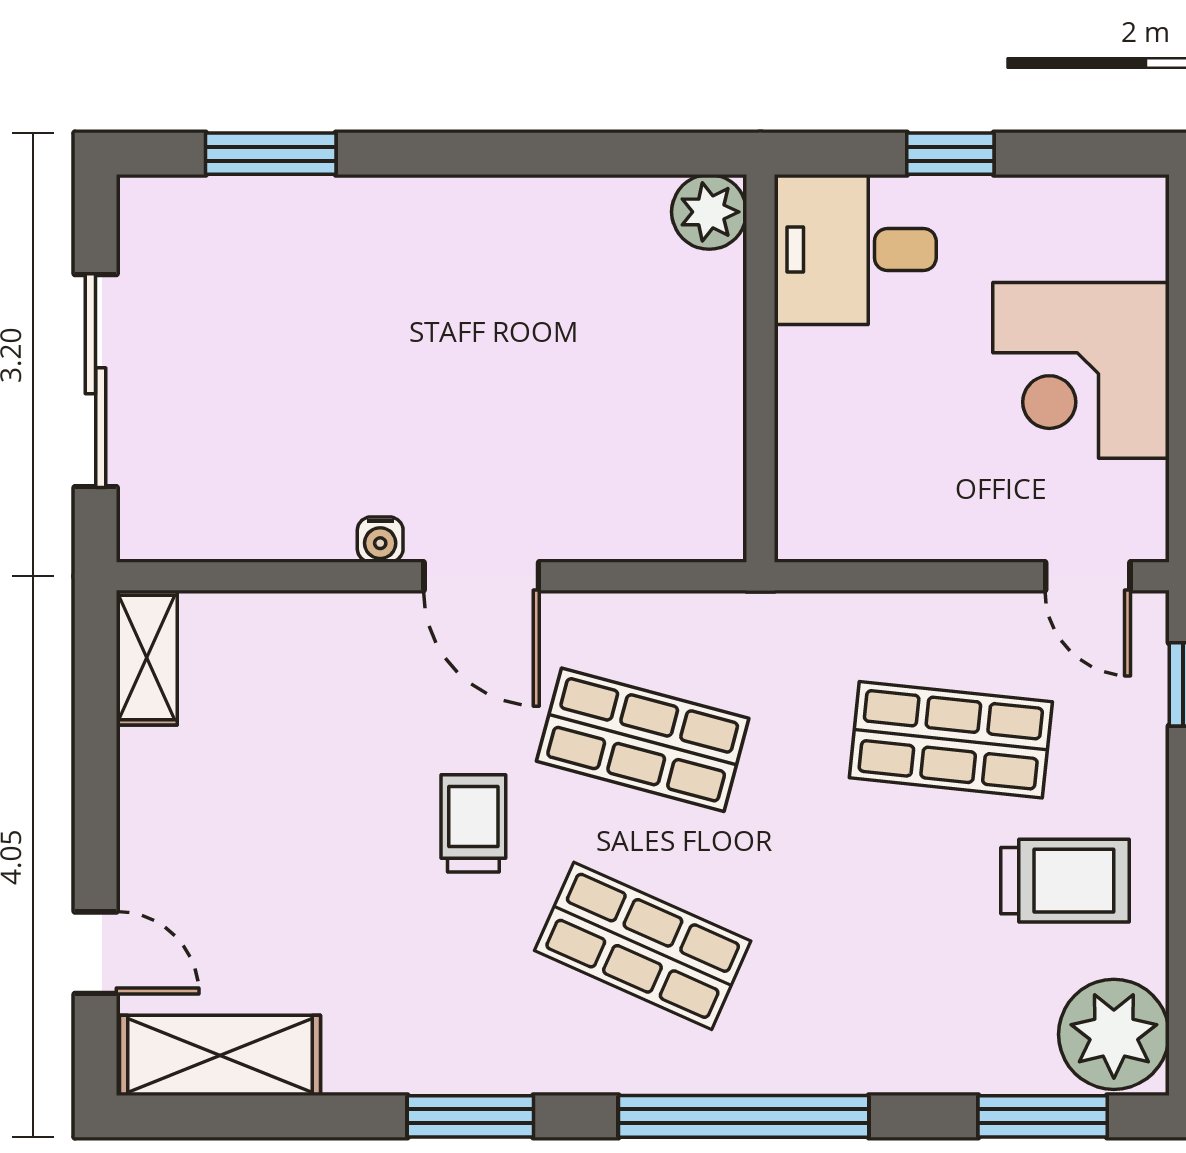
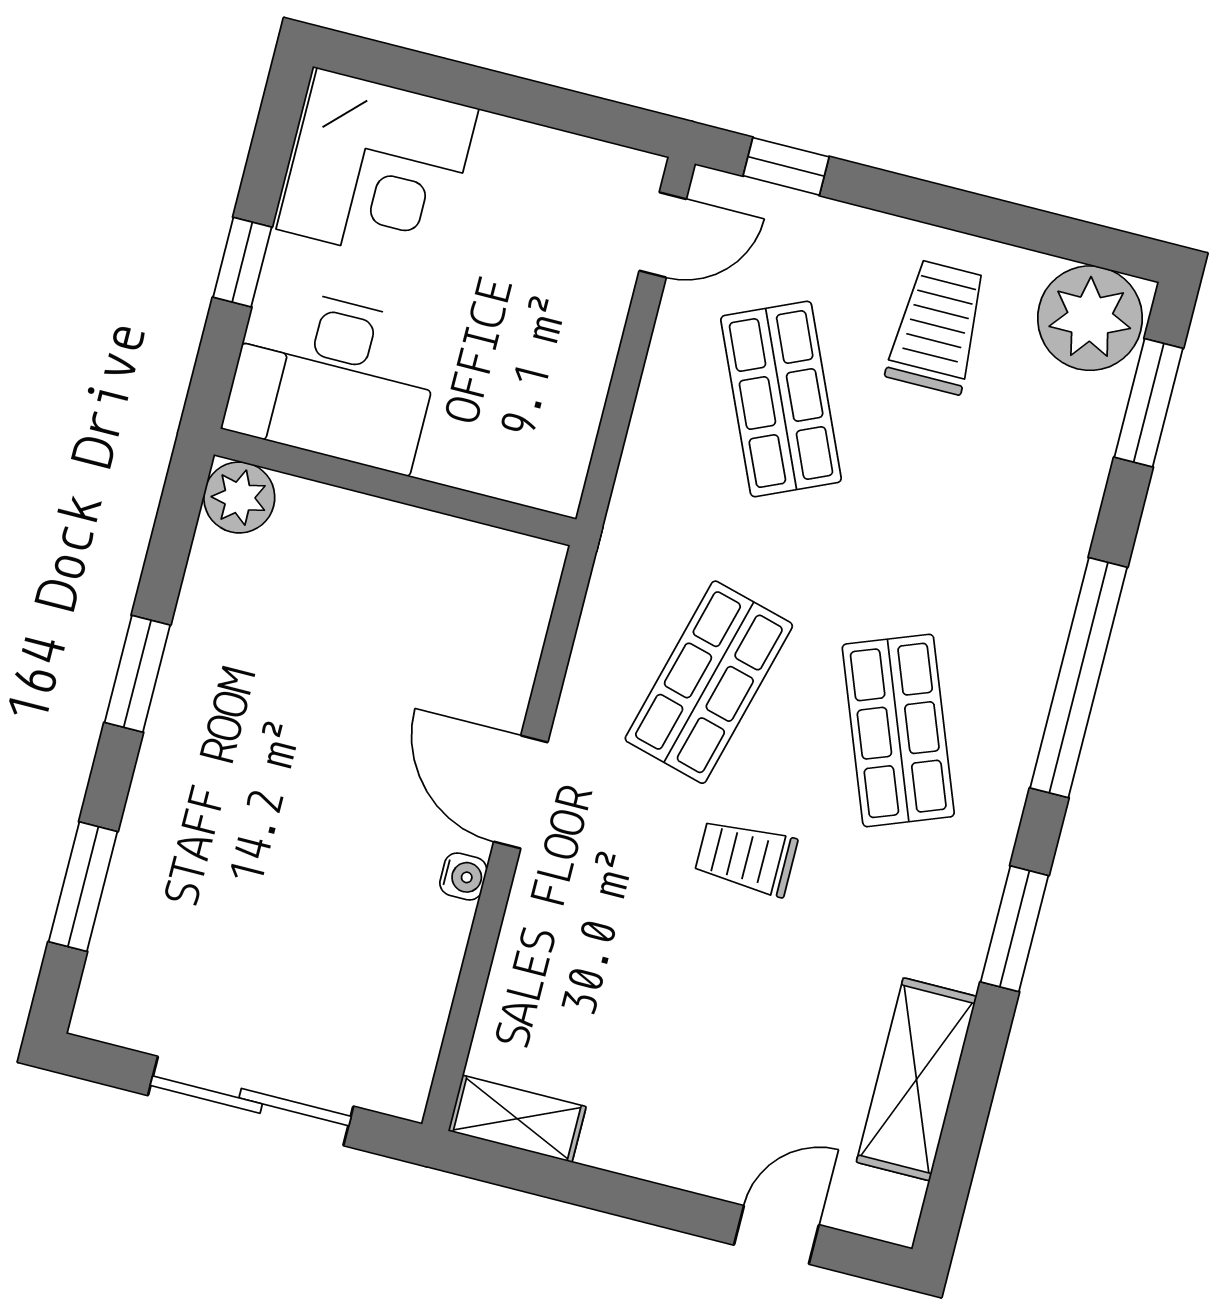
window: (502, 154) -> (137, 674), added
desk: (855, 249) -> (334, 379), width x1.37
corner desk: (1081, 370) -> (377, 169), moved
door: (481, 576) -> (521, 792), swing flipped
shop shelf: (951, 740) -> (781, 399), turned -30
shop shelf: (643, 946) -> (898, 730), turned -45
shelving: (220, 1055) -> (917, 1079), moved

